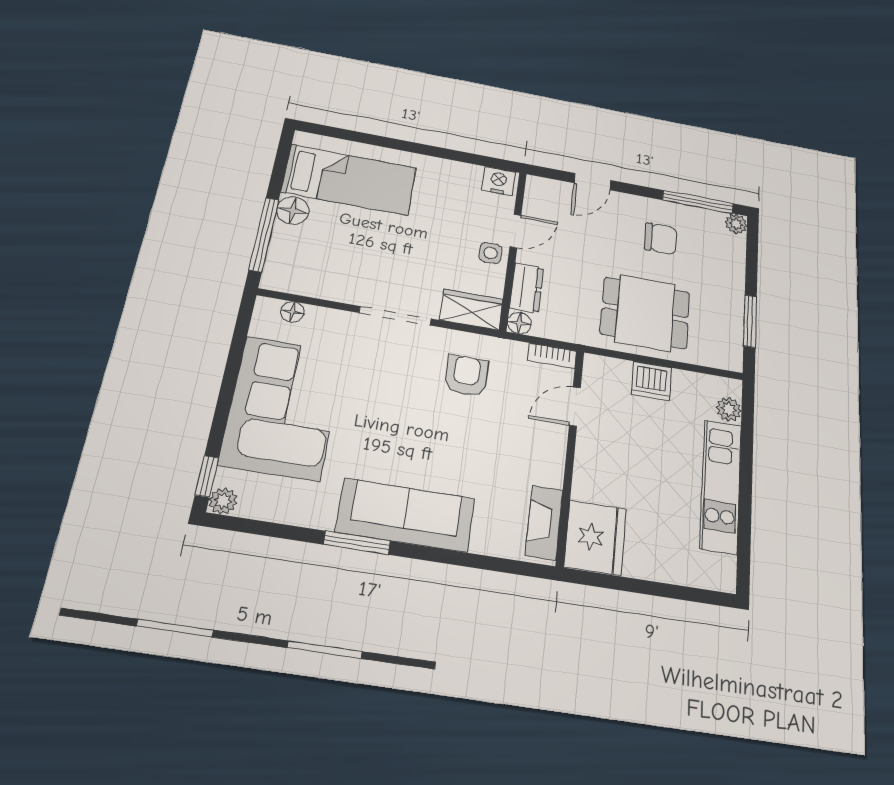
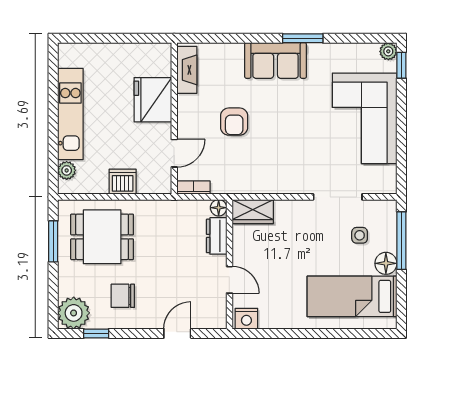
window: (698, 202) -> (96, 333), width x0.46
plant: (736, 224) -> (74, 313), width x1.88, depth x1.88
door: (515, 231) -> (229, 280), swing flipped
side table: (490, 253) -> (360, 235), moved
floor lamp: (292, 312) -> (371, 187), removed
dining table: (645, 313) -> (102, 237), moved
doorway: (395, 316) -> (338, 197), moved
armchair: (467, 376) -> (234, 122), moved
sofa: (406, 515) -> (276, 60), width x0.73
fridge: (595, 537) -> (153, 100), moved

